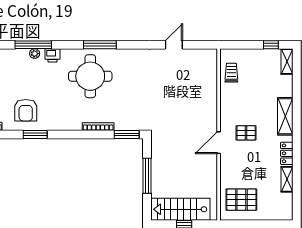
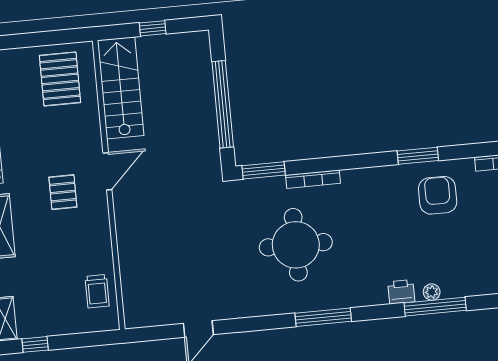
round table: (90, 76) -> (296, 245), moved
pallet: (246, 133) -> (63, 192), turned 90
window: (147, 176) -> (223, 104), width x1.46
pallet: (241, 200) -> (60, 79), turned 90
stairs: (180, 209) -> (121, 88), moved, turned -90

